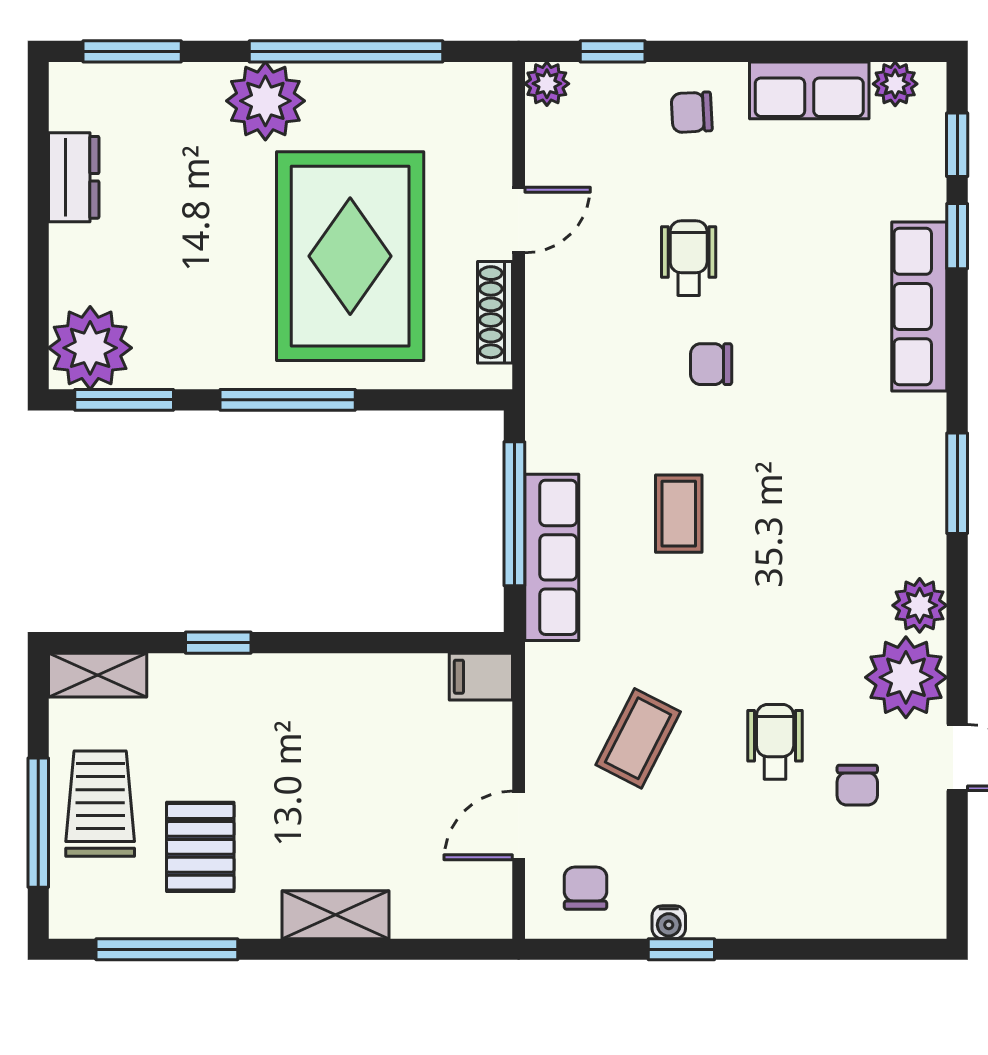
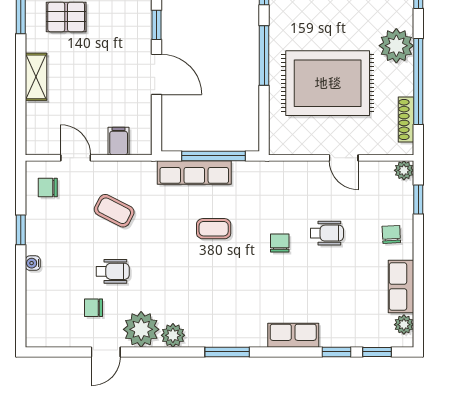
row of seats: (919, 307) -> (293, 335), width x0.68
shoe rack: (495, 312) -> (406, 119), moved, turned -90
door: (330, 643) -> (157, 74), added
filing cabinet: (481, 677) -> (119, 141), moved
chair: (586, 888) -> (48, 187), turned 180
water cooler: (669, 922) -> (33, 263), moved

